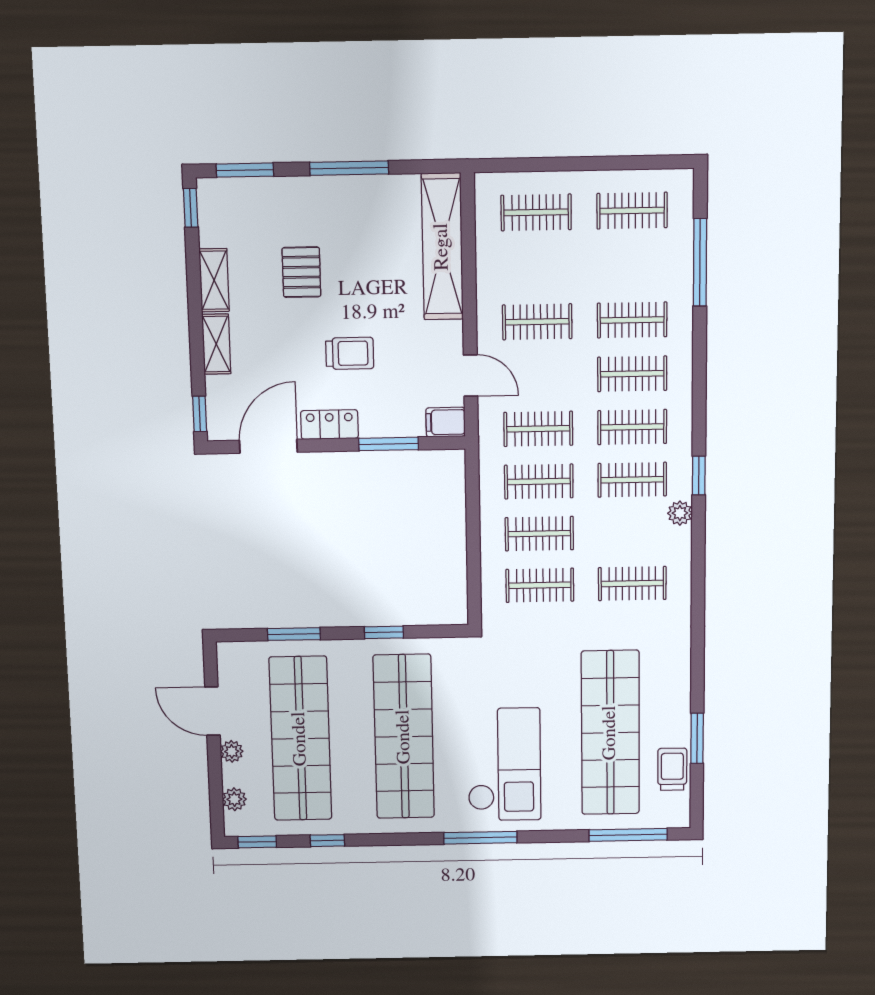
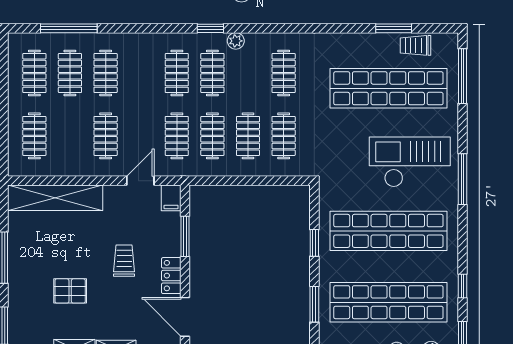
clothes rail: (632, 374) -> (70, 73), moved

